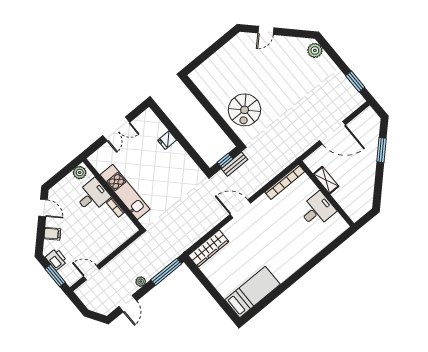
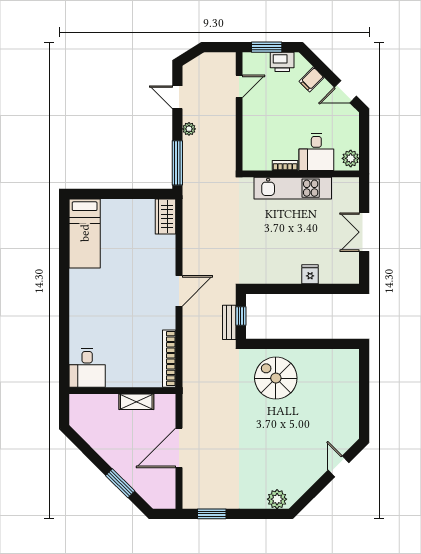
desk: (317, 210) -> (87, 368), moved
wardrobe: (208, 249) -> (166, 217), width x0.67

